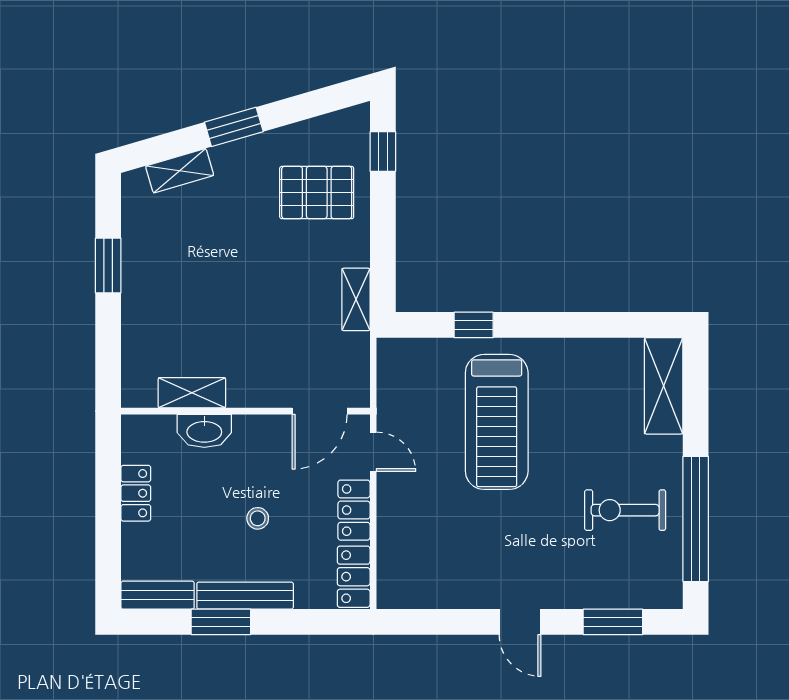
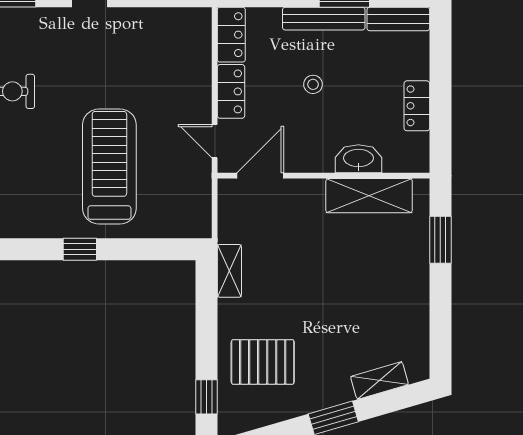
window: (108, 265) -> (440, 240), moved
window: (474, 325) -> (80, 249), moved
shelving: (192, 393) -> (369, 196), width x1.50, depth x1.33

